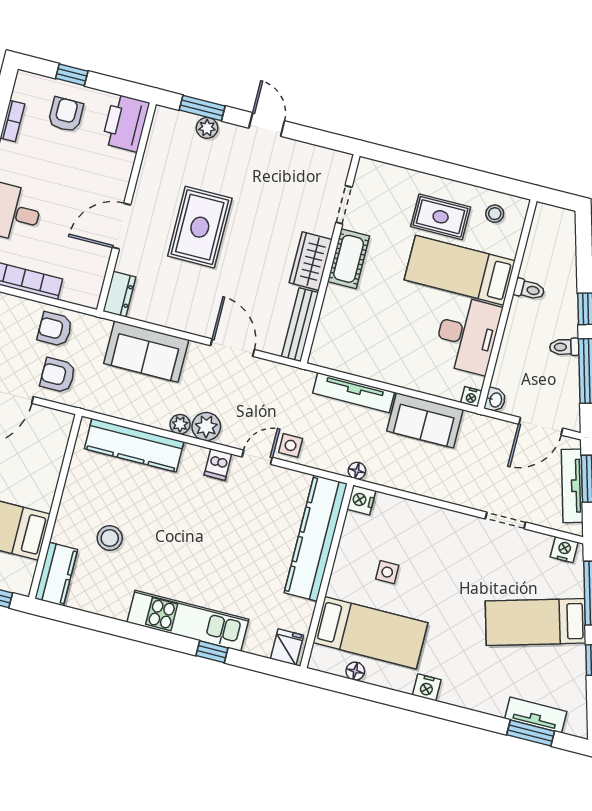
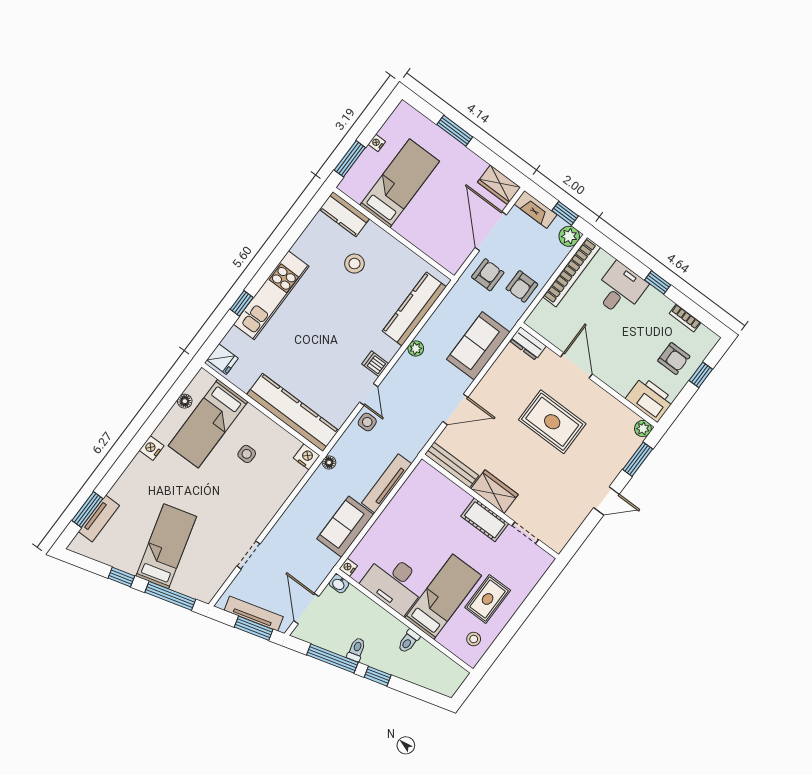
plant: (207, 128) -> (643, 429), moved
armchair: (55, 329) -> (522, 286), turned 180
plant: (206, 427) -> (406, 367), removed
nightstand: (564, 550) -> (210, 589), removed

